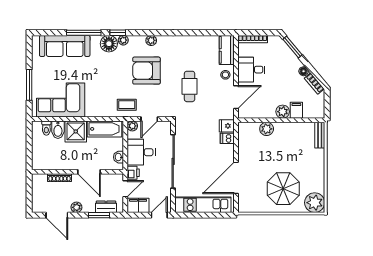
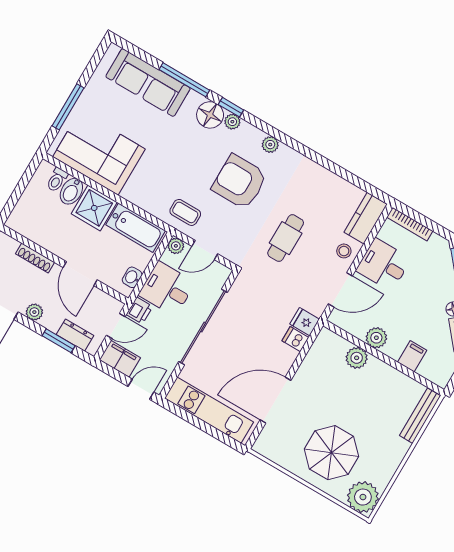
plant: (283, 112) -> (376, 338), moved
bench: (320, 135) -> (420, 416), width x1.36

